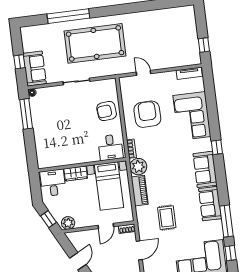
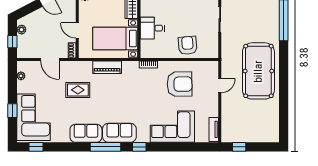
pool table: (95, 43) -> (258, 71), moved
desk: (110, 147) -> (152, 28), moved
plant: (138, 167) -> (130, 69), removed
window: (226, 221) -> (105, 147), moved

